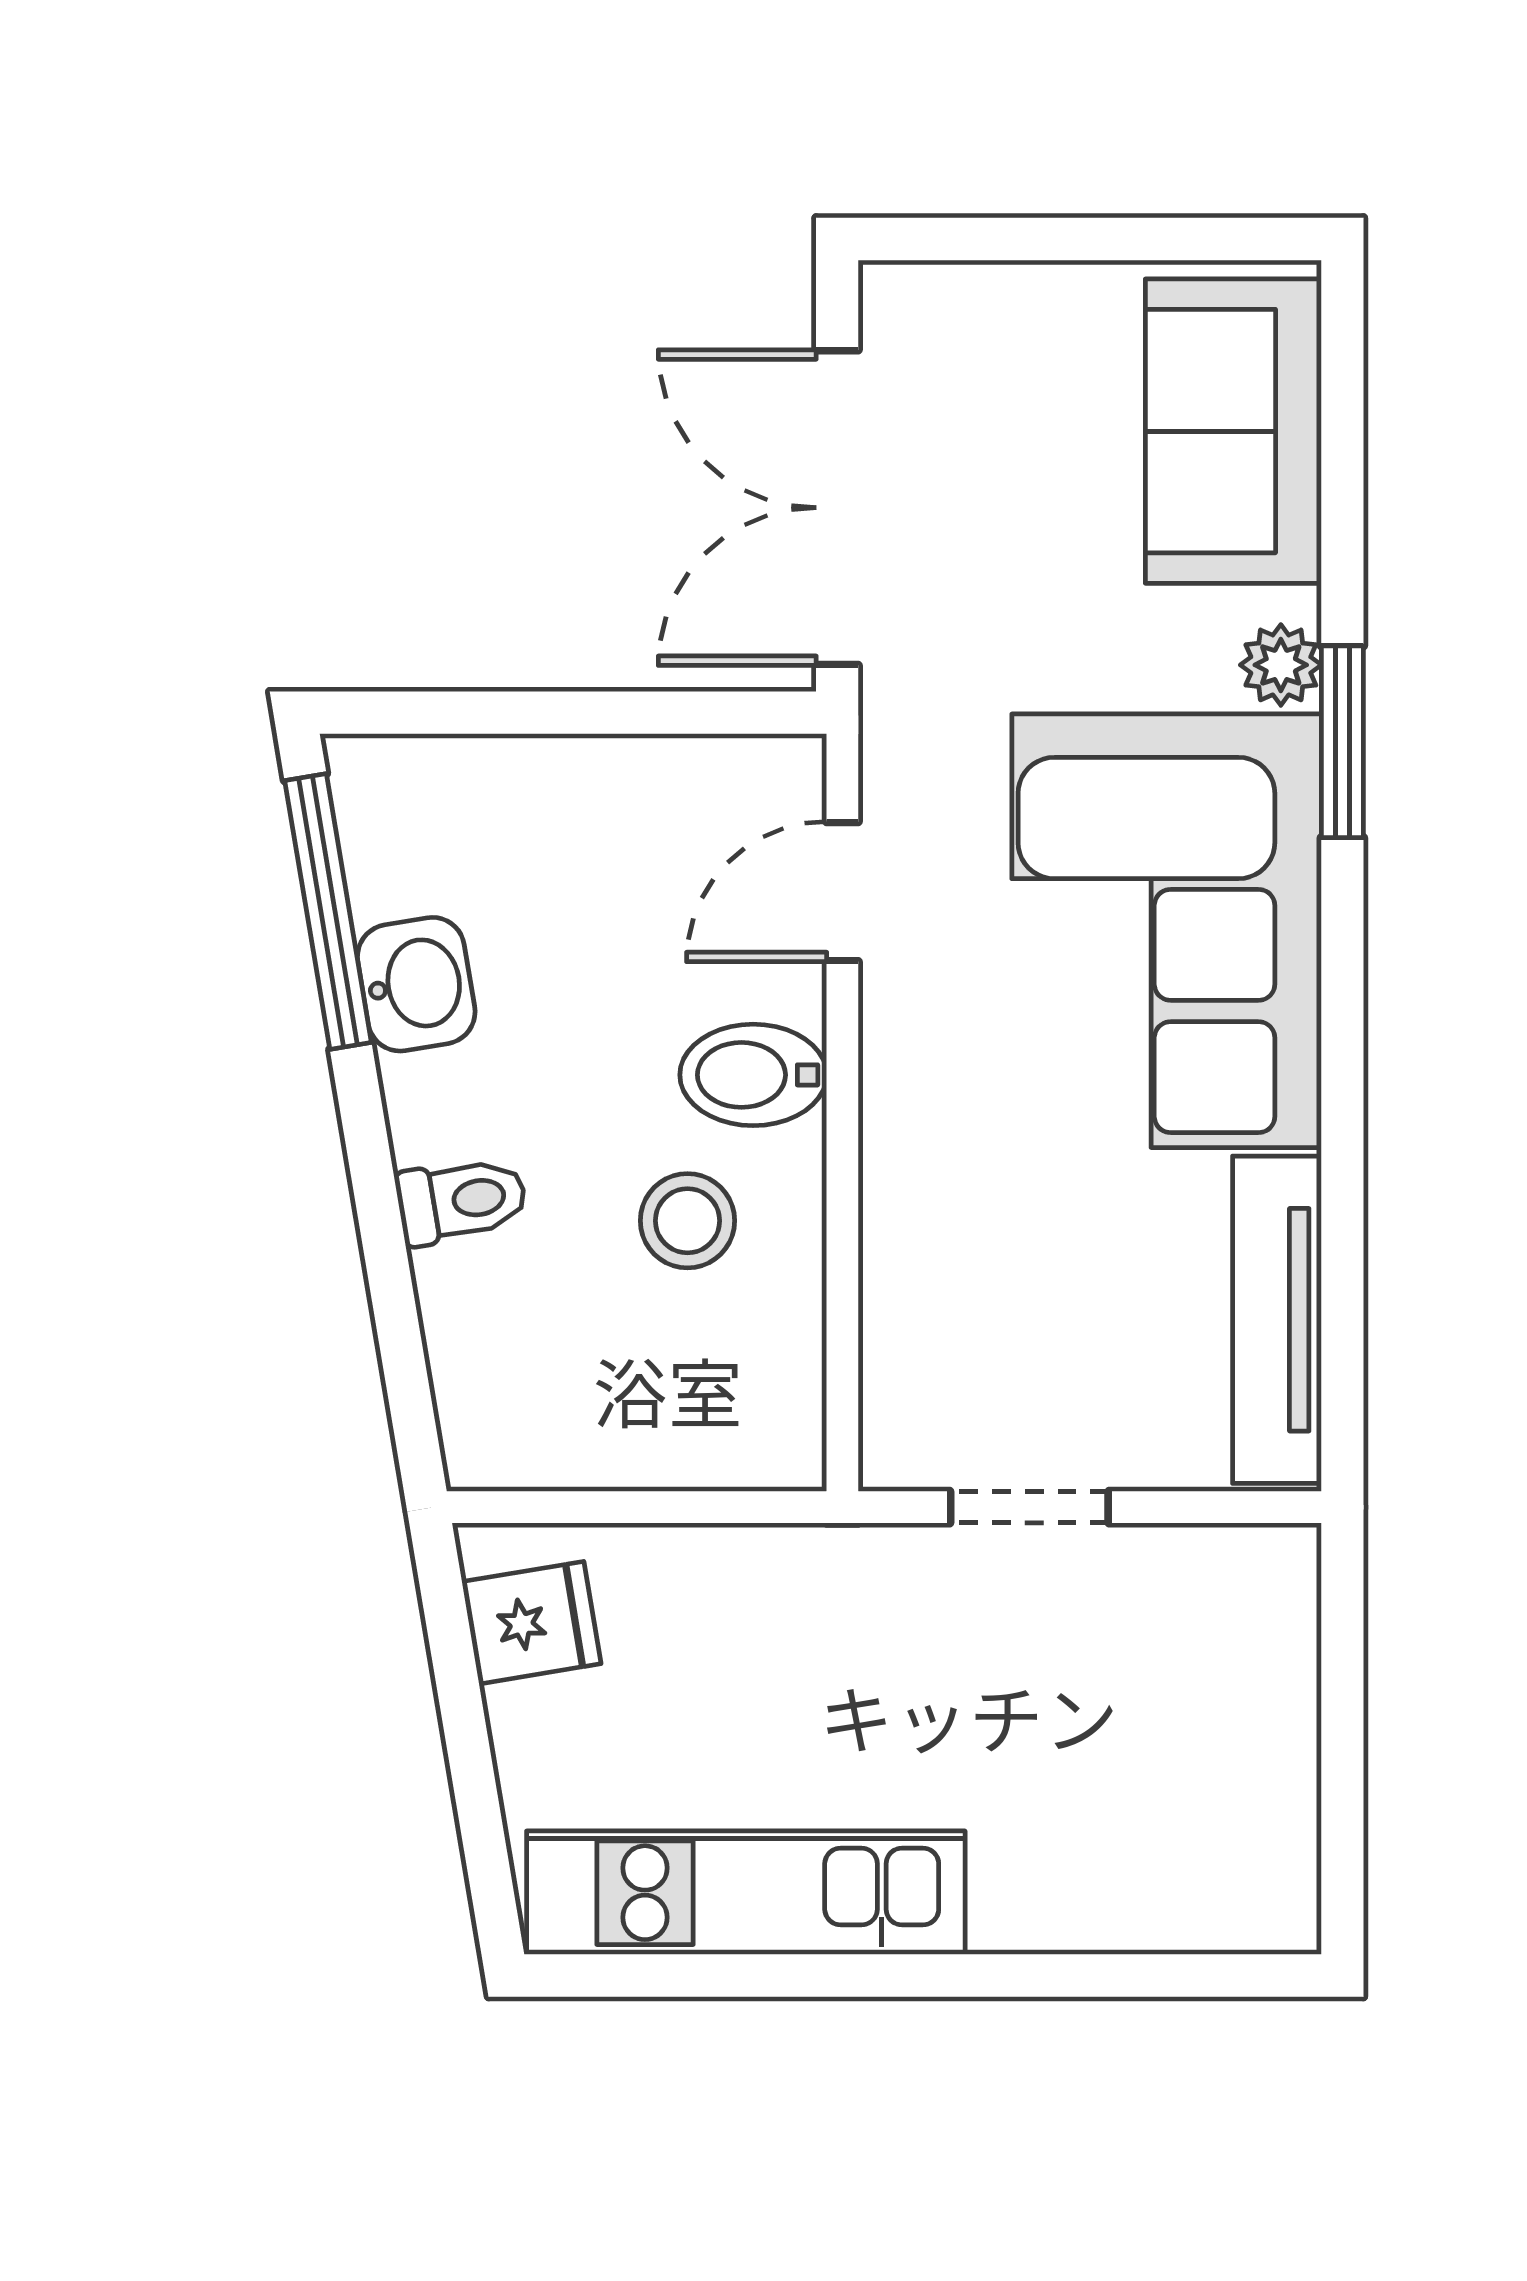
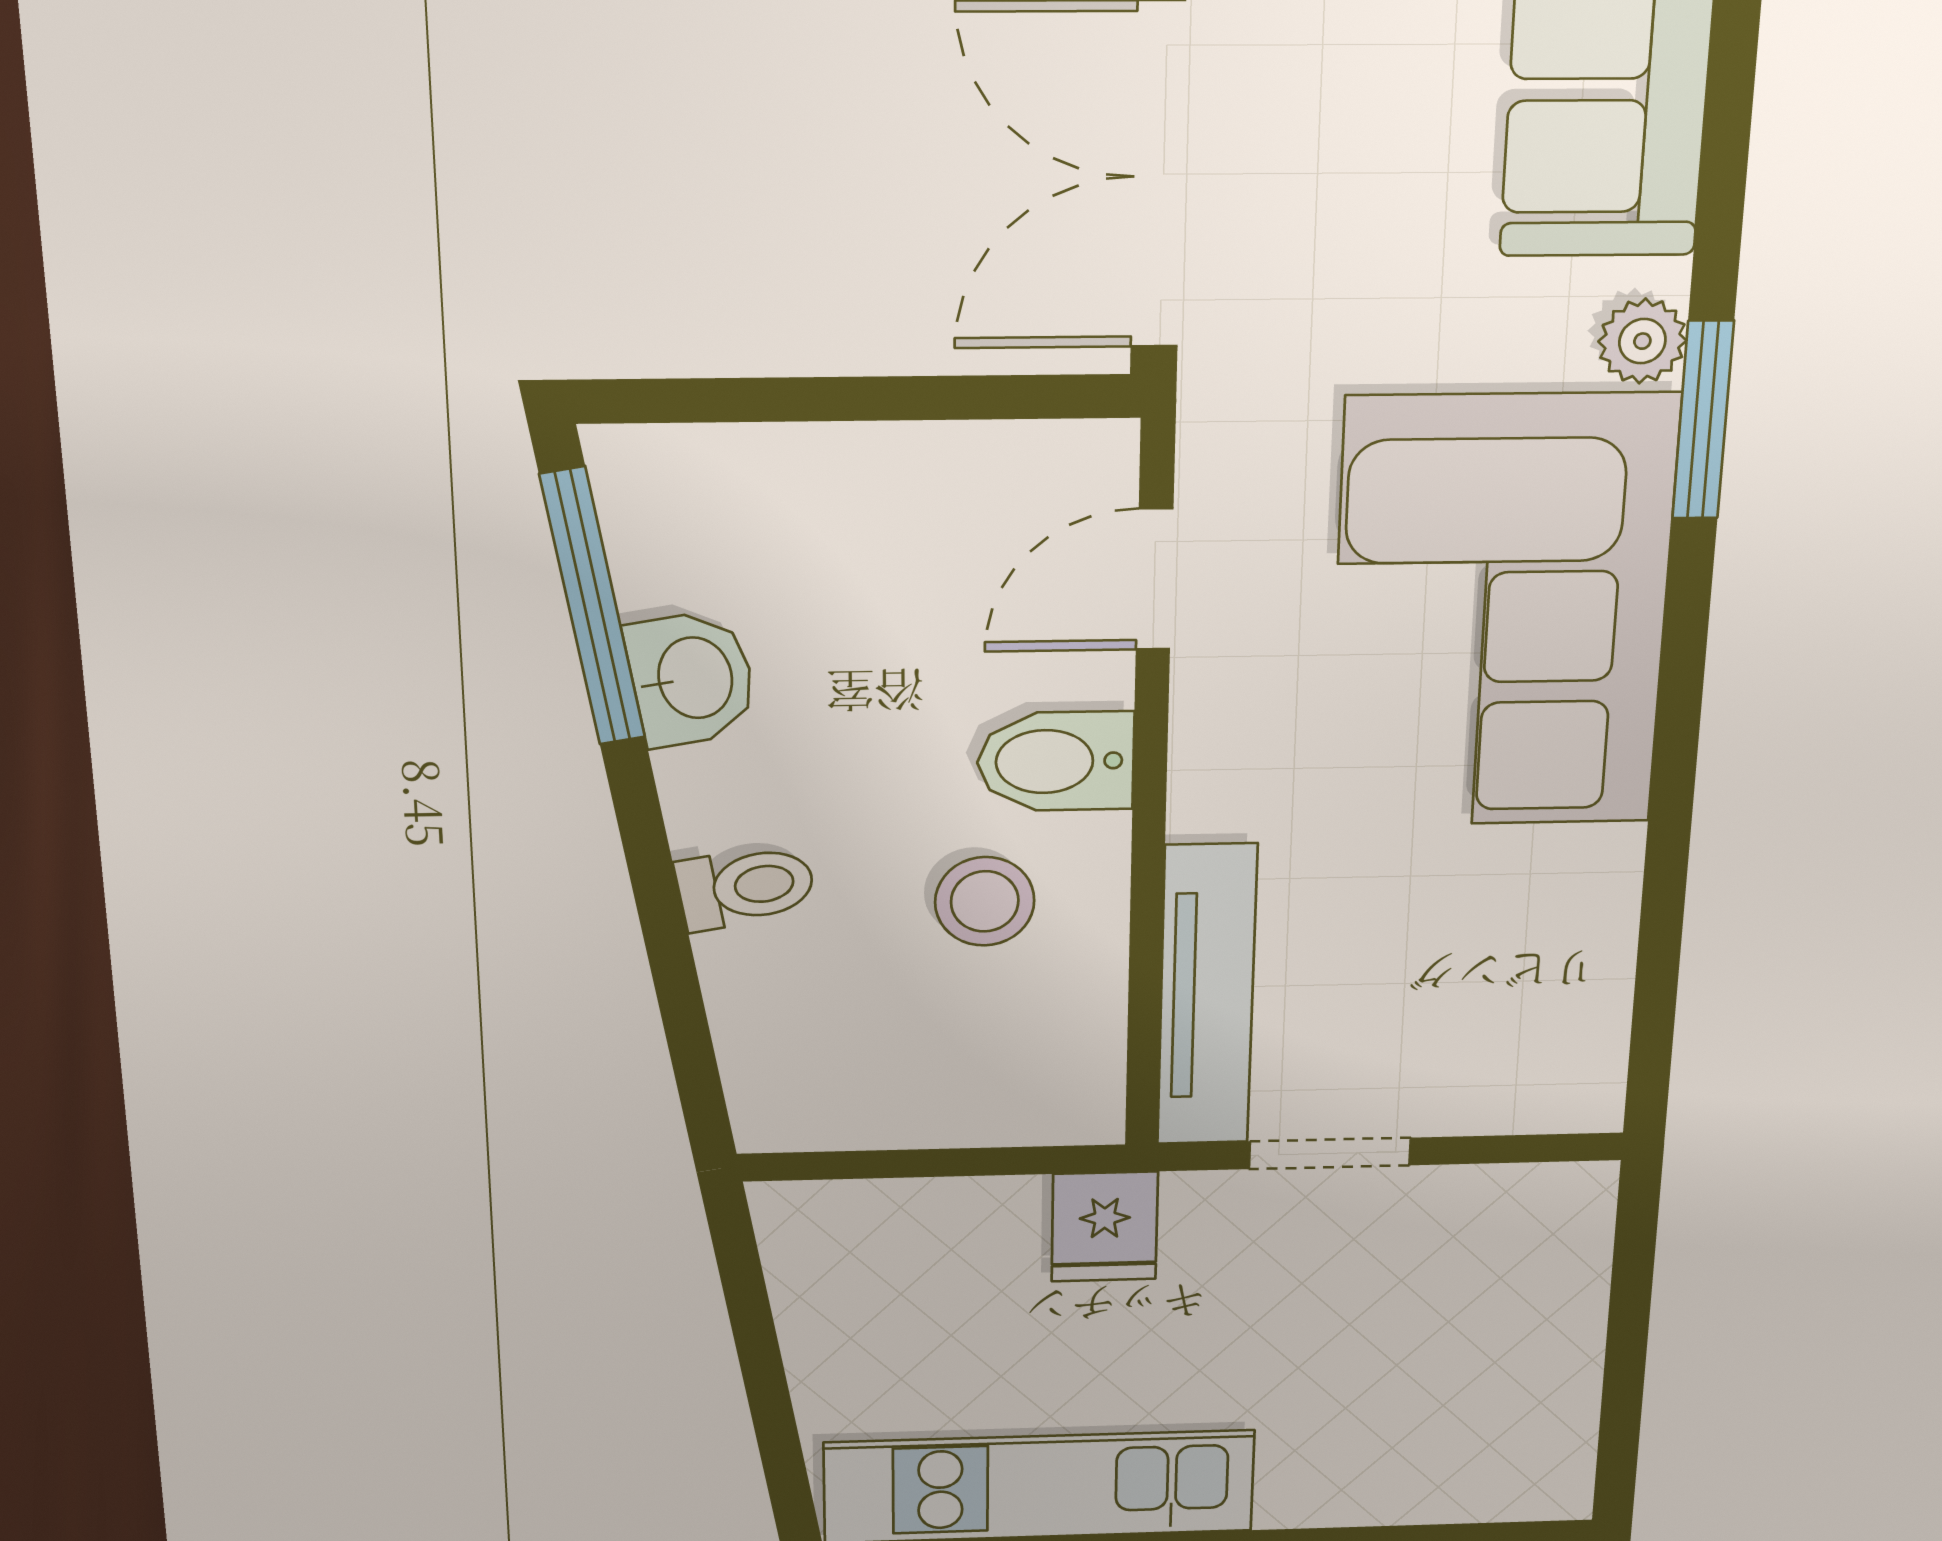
tv unit: (1277, 1320) -> (1207, 996), moved, turned 180
fridge: (531, 1623) -> (1105, 1227), moved, turned 100

